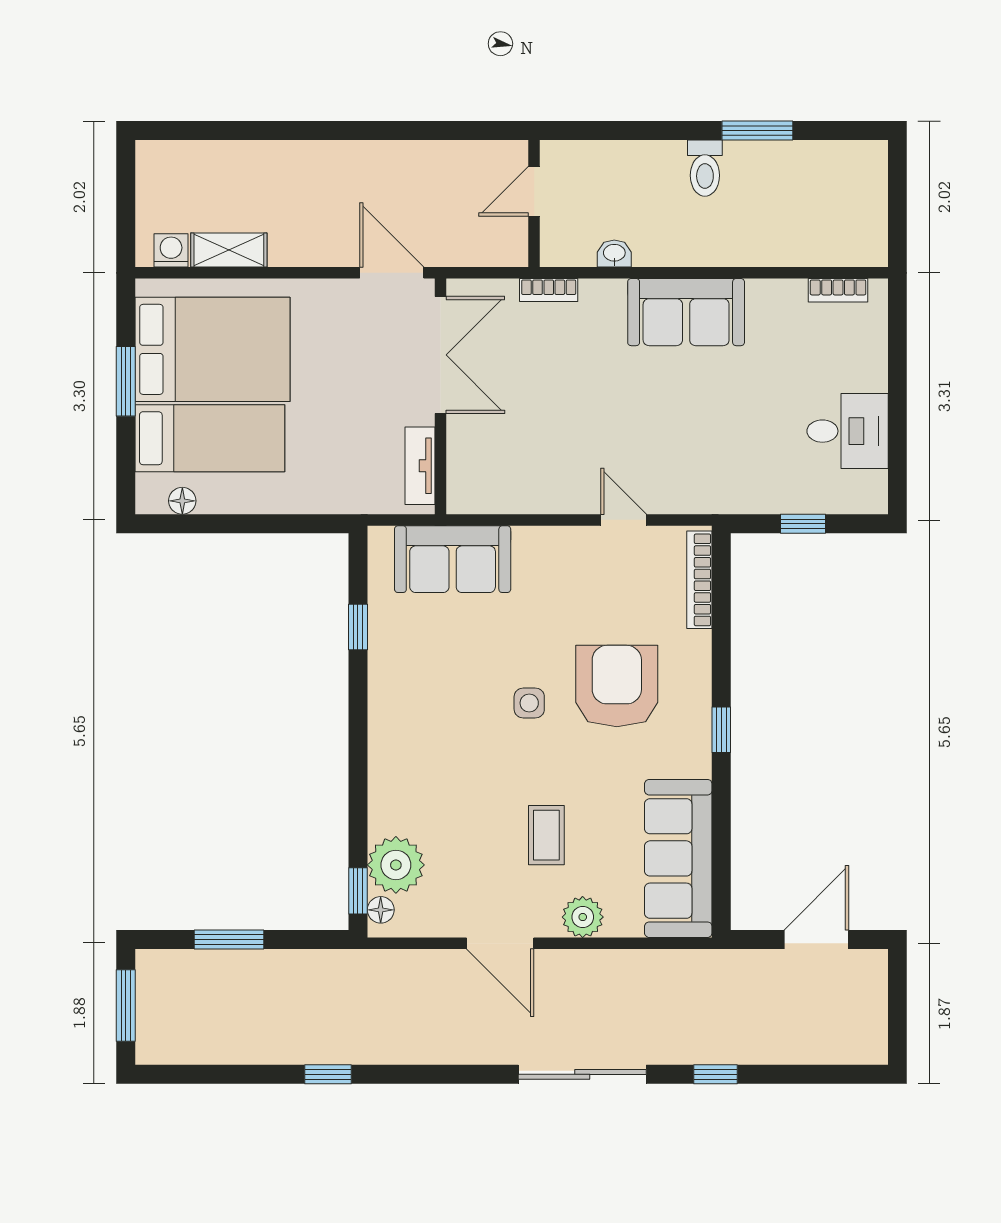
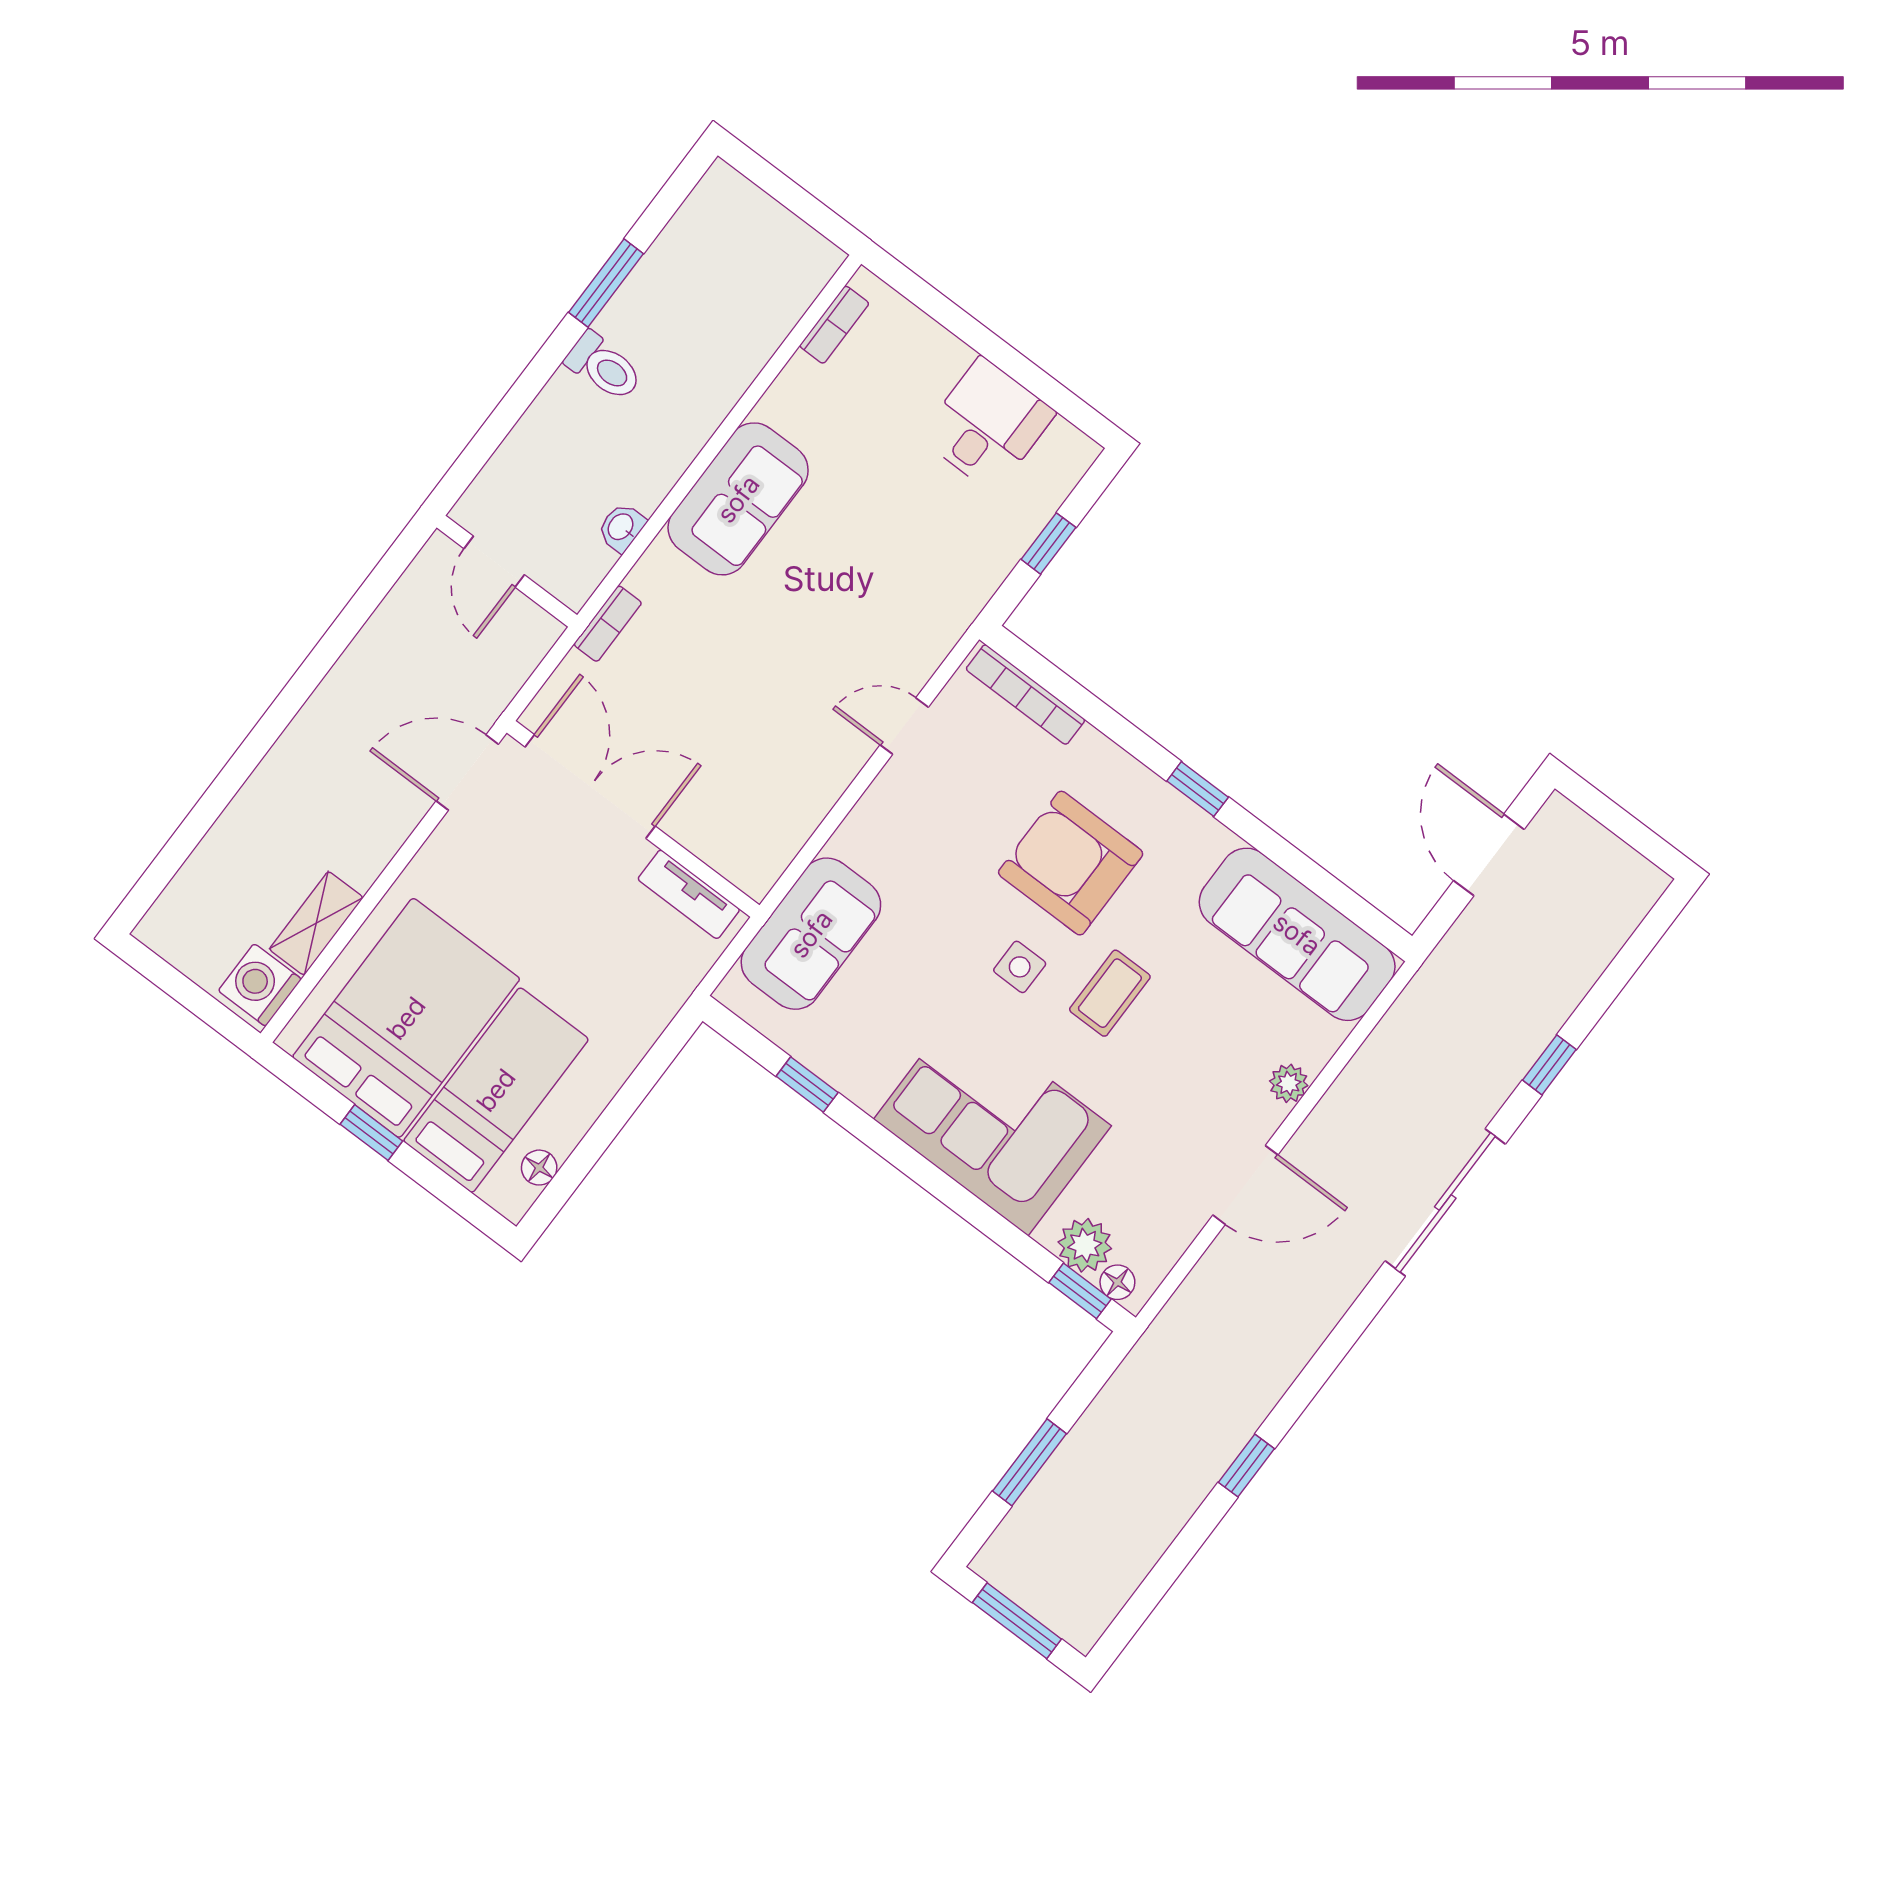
washing machine: (171, 250) -> (260, 985), width x1.38, depth x1.38
window: (126, 381) -> (371, 1133), width x0.67
corner sofa: (421, 759) -> (992, 1123), added
coffee table: (546, 835) -> (1110, 993), moved, turned 90
plant: (396, 865) -> (1085, 1245), width x0.73, depth x0.73
plant: (583, 917) -> (1289, 1083), width x0.73, depth x0.73

